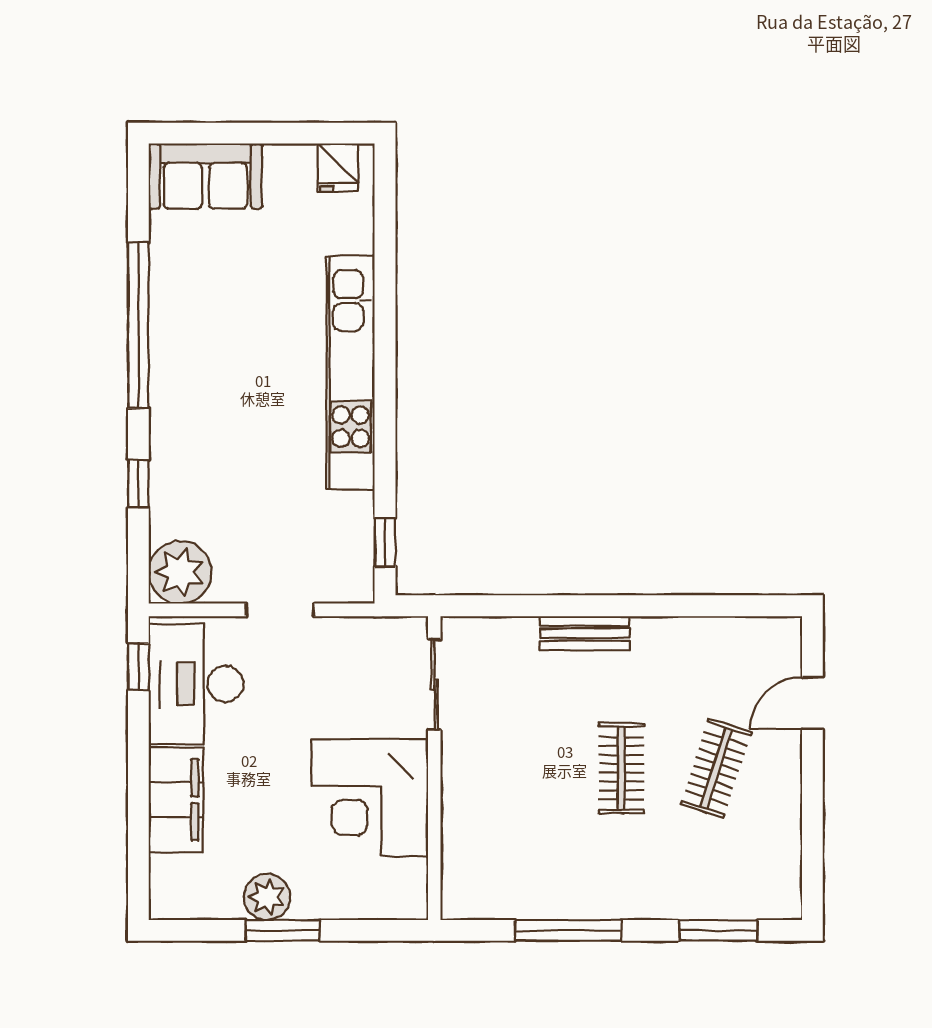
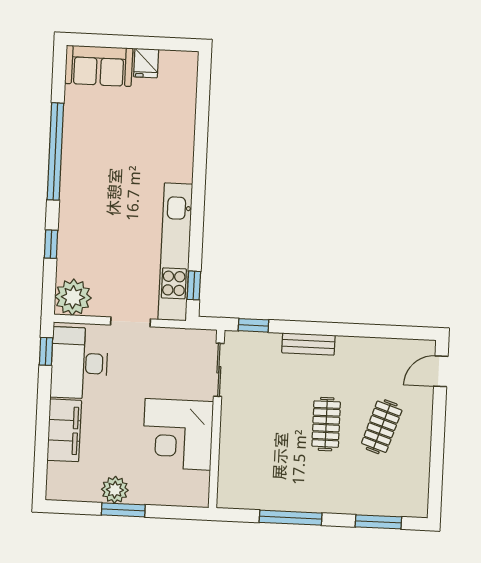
fridge: (338, 168) -> (146, 63), moved
kitchen unit: (351, 373) -> (175, 252), moved
window: (490, 606) -> (253, 325), added
door: (812, 703) -> (441, 371), moved

